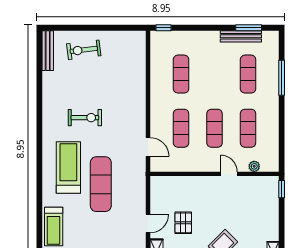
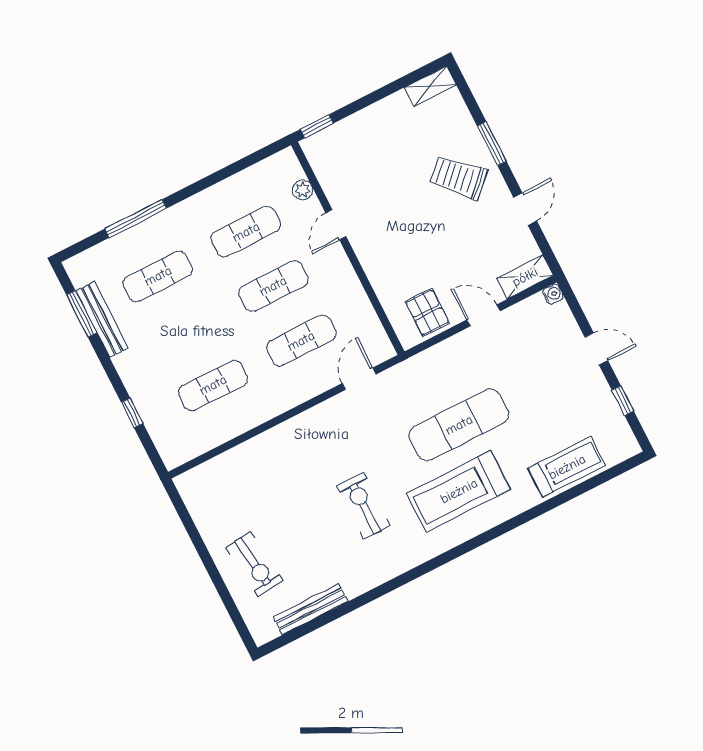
window: (163, 28) -> (132, 413), moved
bench: (48, 51) -> (311, 609), moved
pallet: (183, 223) -> (427, 312), moved, turned 90

